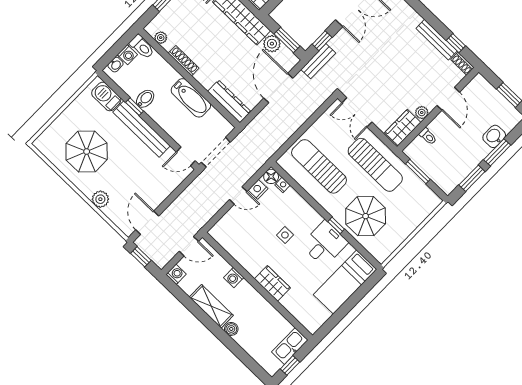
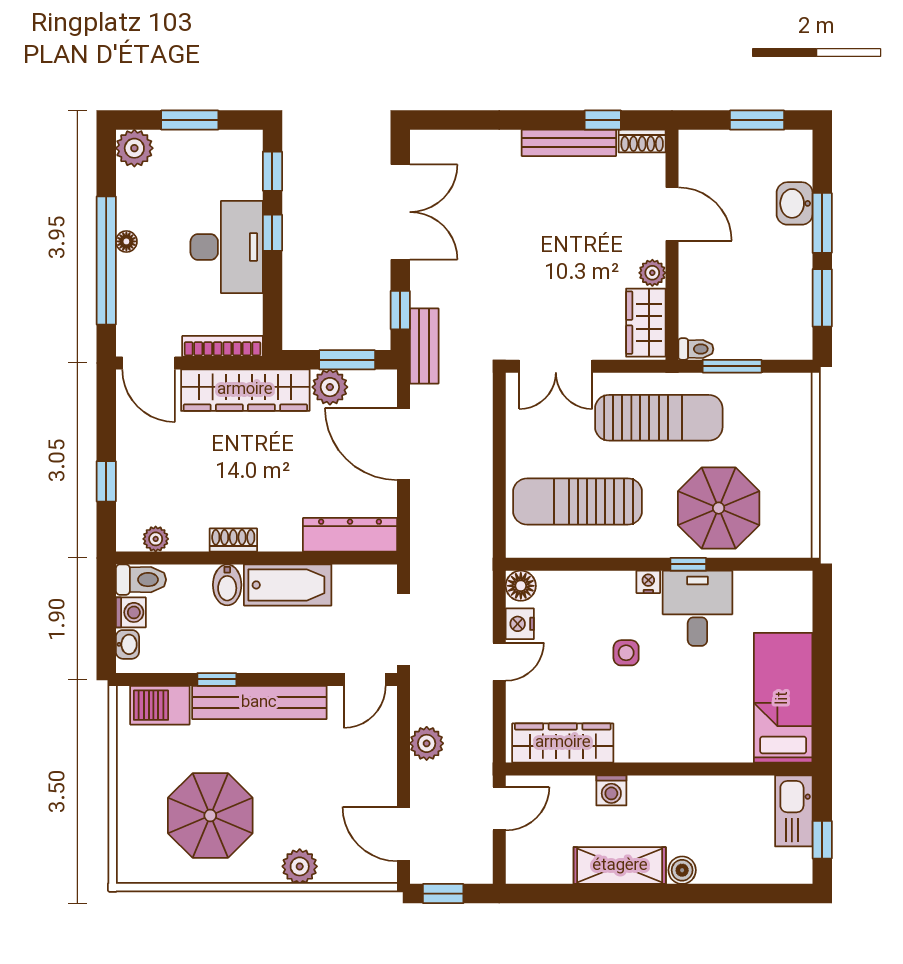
shoe rack: (184, 61) -> (233, 540), width x0.70
bidet: (145, 99) -> (227, 585), moved, turned 180
toilet: (428, 136) -> (696, 349), moved
nightstand: (283, 185) -> (648, 582), moved
plant: (186, 199) -> (427, 743), added
washing machine: (176, 274) -> (521, 869), removed
bed: (345, 282) -> (783, 698), moved, turned 180
wardrobe: (272, 283) -> (563, 743), moved, width x1.50

